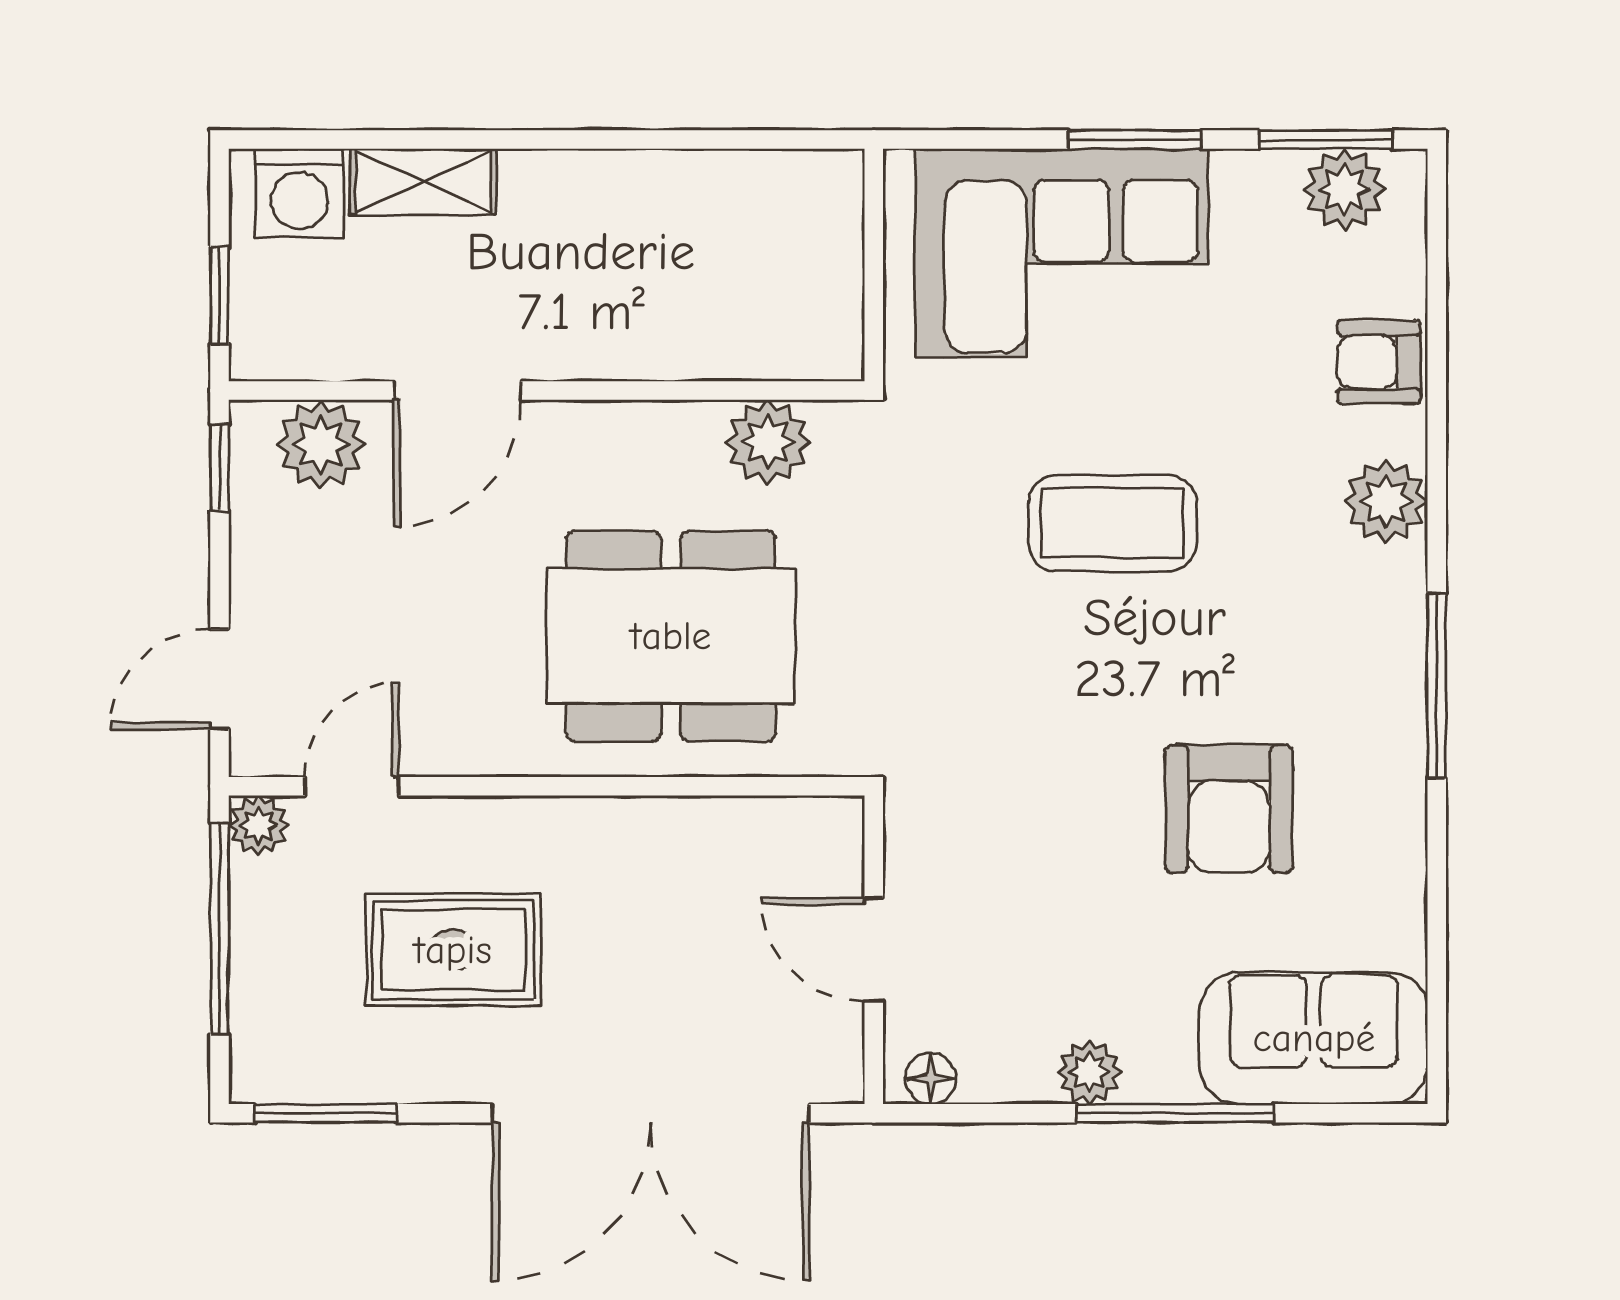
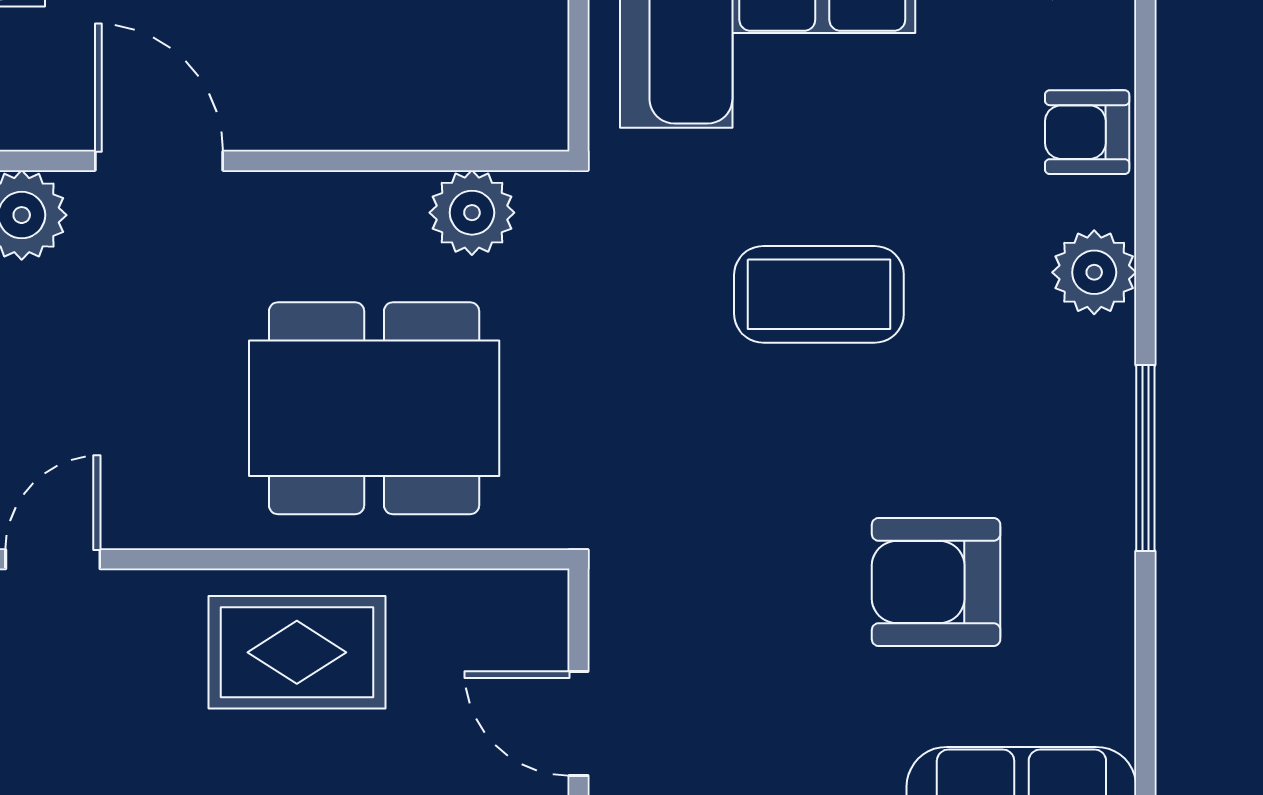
door: (457, 391) -> (159, 161), swing flipped
armchair: (1229, 809) -> (936, 582), turned 90
rug: (453, 950) -> (297, 652), moved

